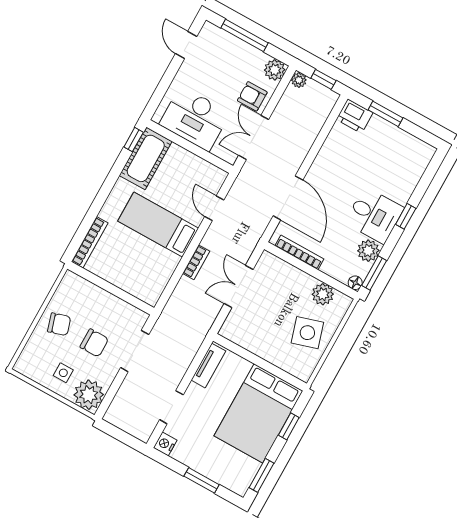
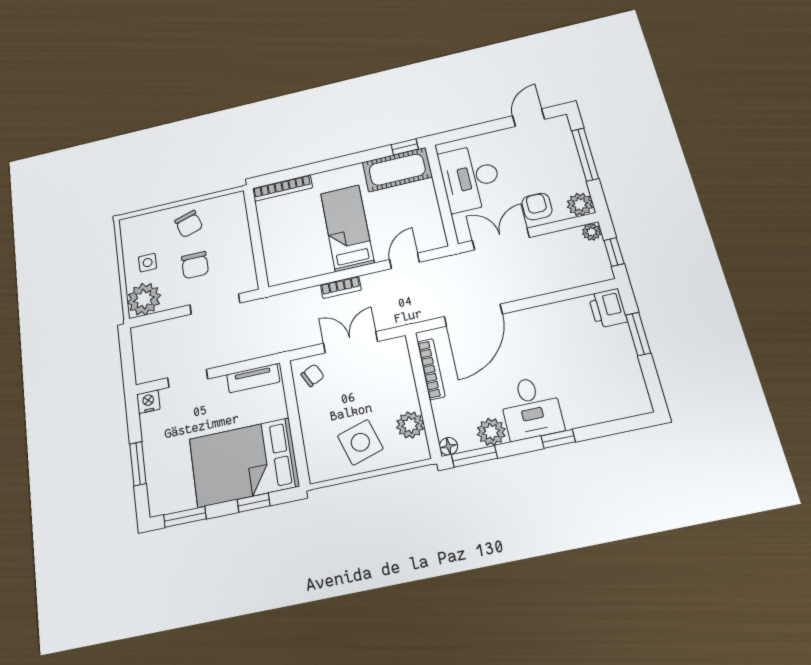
chair: (239, 327) -> (313, 375), added

